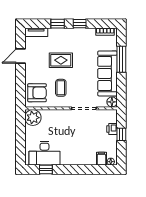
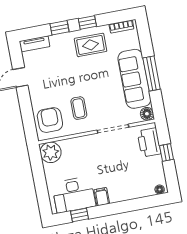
window: (121, 59) -> (152, 74), moved
rug: (61, 60) -> (90, 45), moved
armchair: (37, 93) -> (50, 120), turned -90
printer: (112, 129) -> (149, 142), width x1.87, depth x1.48
filing cabinet: (101, 159) -> (102, 197), moved

